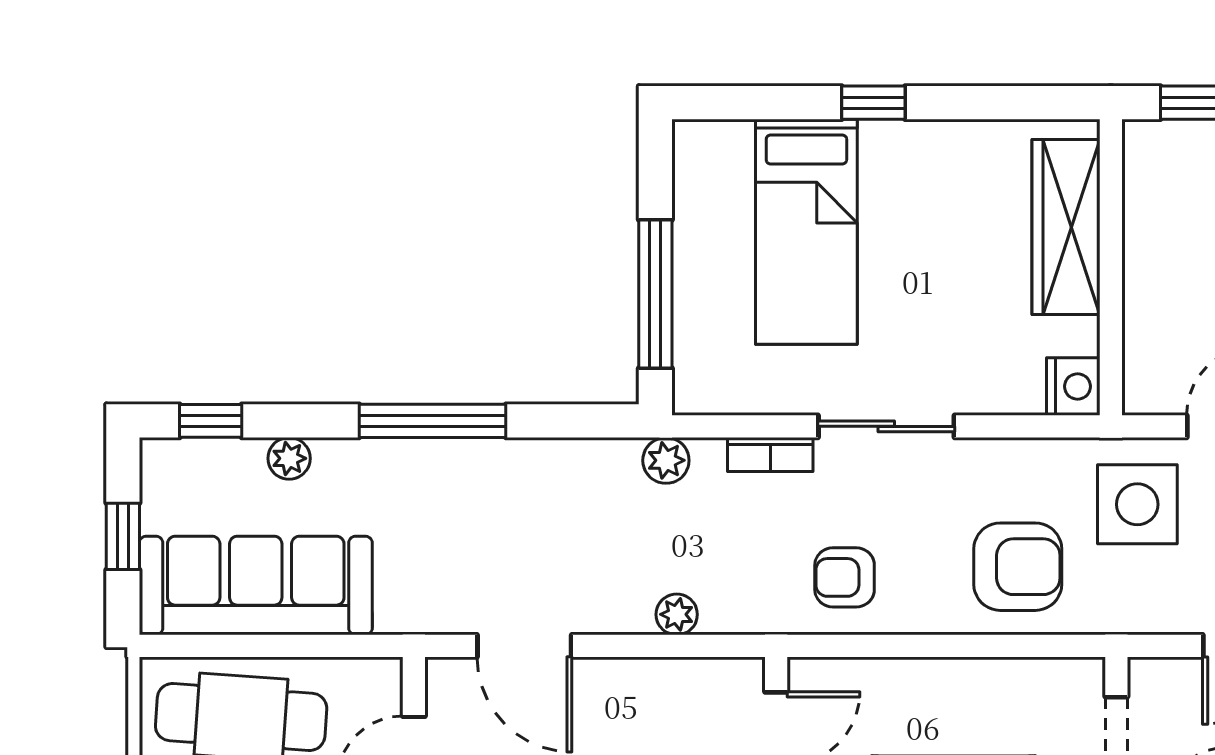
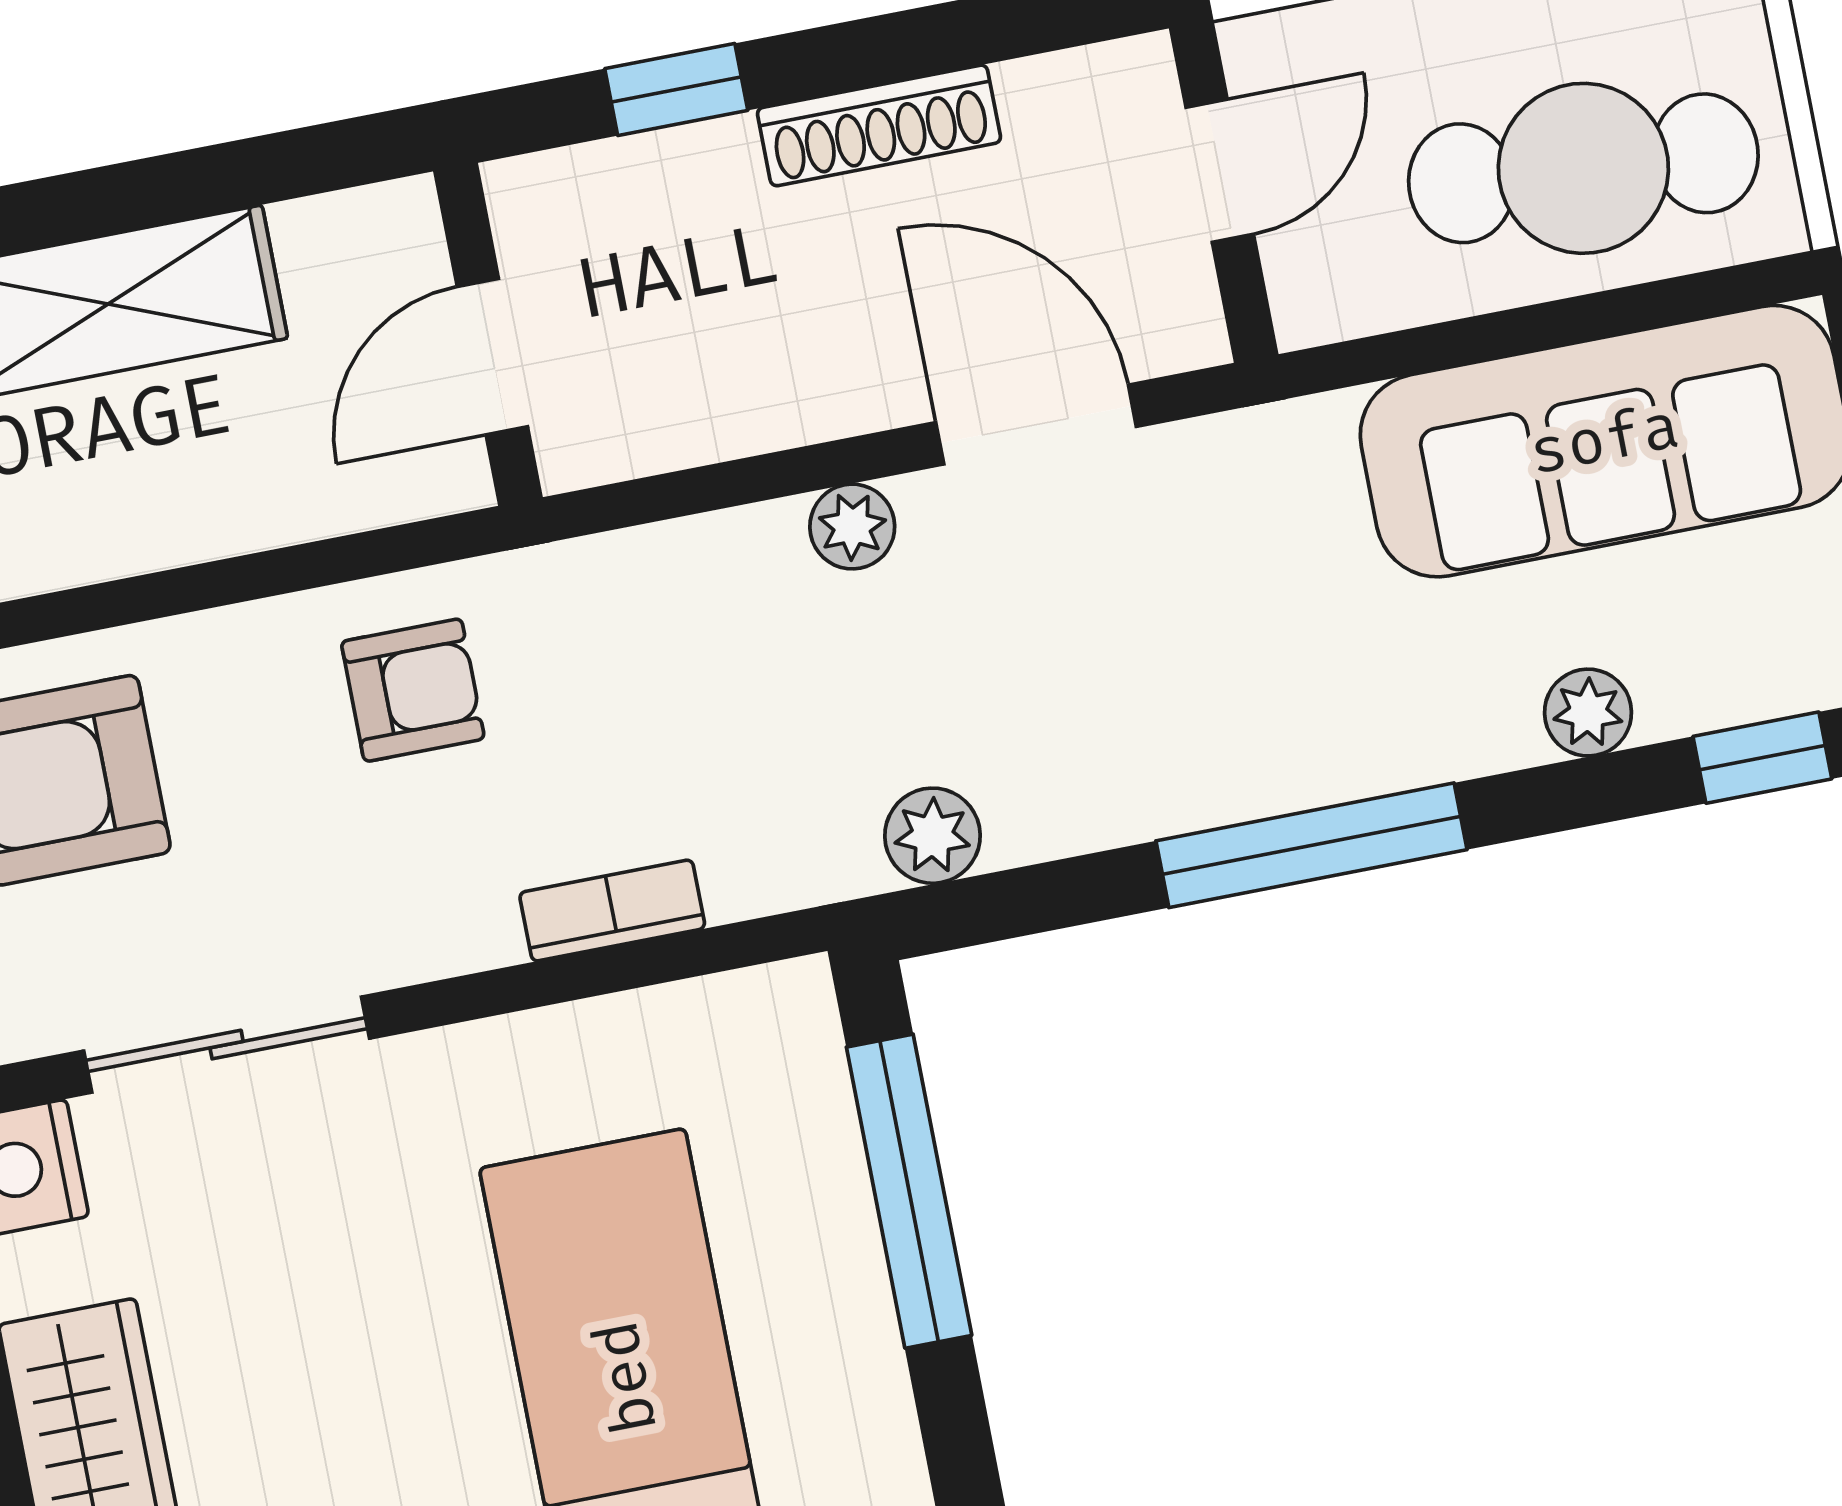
sliding door: (886, 426) -> (227, 1045), moved
plant: (666, 460) -> (933, 836), moved
plant: (677, 614) -> (852, 527), moved

